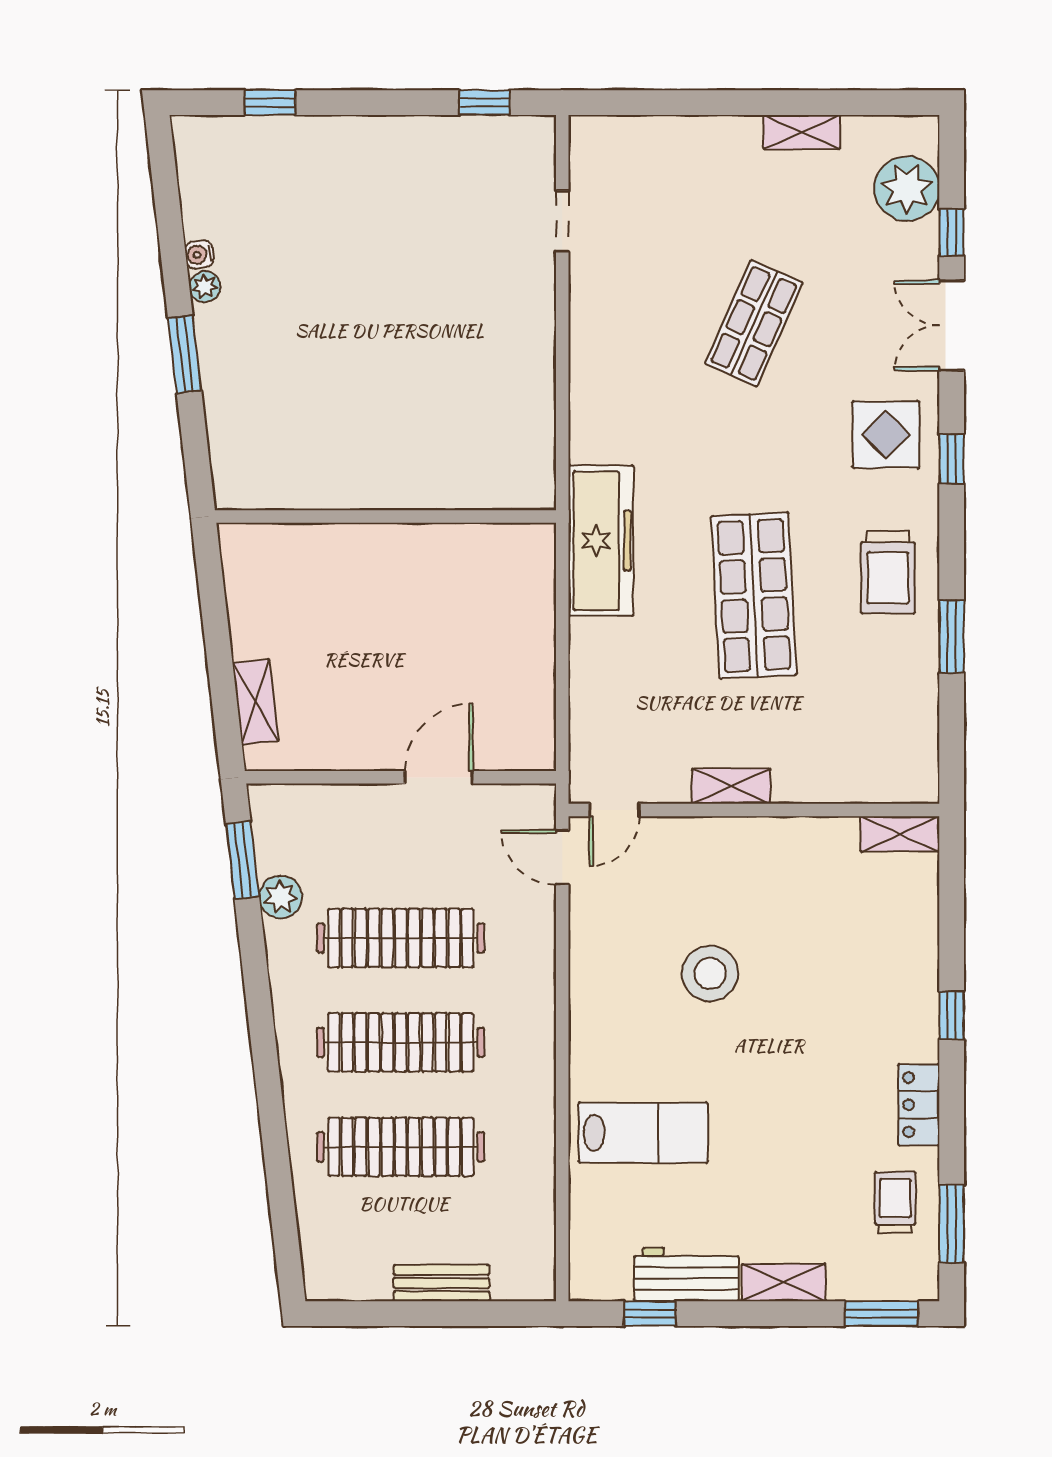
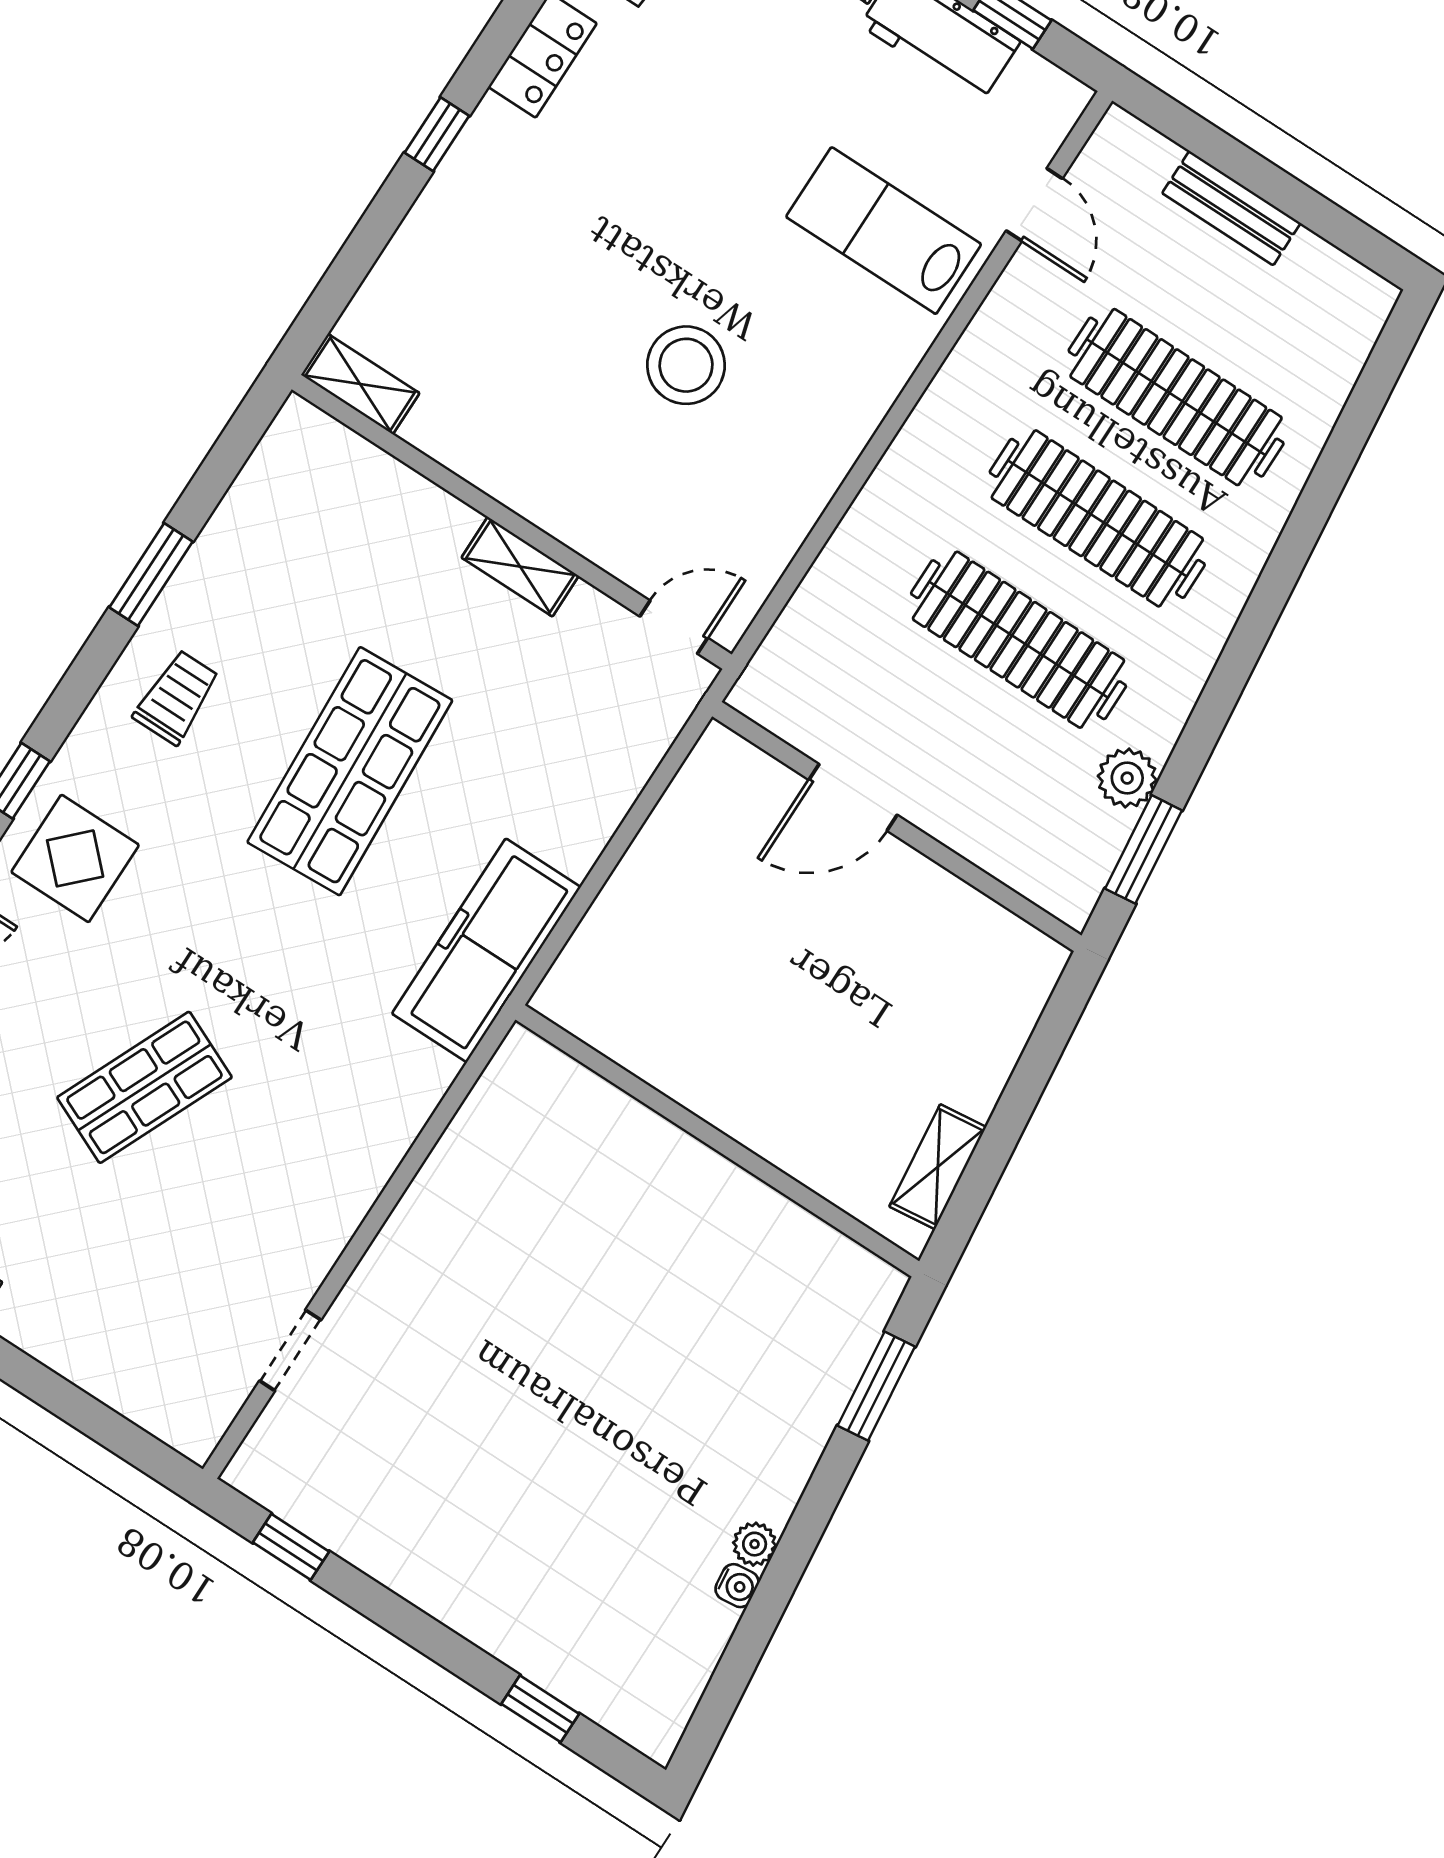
window: (185, 354) -> (876, 1386), moved
trolley: (888, 572) -> (177, 697), width x0.73, depth x0.72
shelving: (255, 702) -> (938, 1167), moved
door: (562, 857) -> (1034, 205), moved

